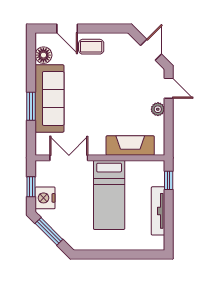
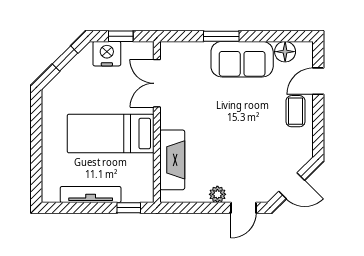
sofa: (49, 98) -> (242, 59), width x0.73
double door: (69, 158) -> (157, 83), swing flipped
window: (49, 231) -> (65, 59), width x0.67

